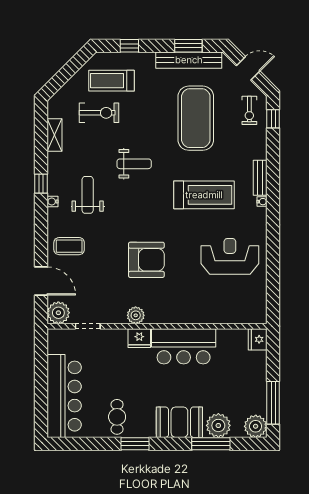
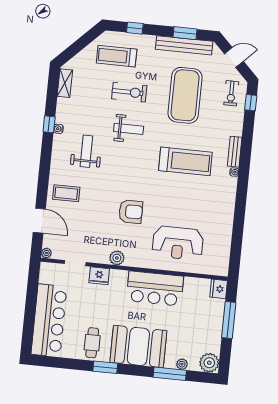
exercise bike: (99, 113) -> (129, 92), moved
shelving: (55, 135) -> (65, 83), moved
window: (41, 184) -> (49, 124), moved
water cooler: (53, 202) -> (58, 129), moved
reception desk: (230, 256) -> (178, 243), moved, turned 180
armchair: (146, 260) -> (131, 212), width x0.73, depth x0.73
plant: (58, 313) -> (46, 253), width x0.53, depth x0.53
fridge: (139, 338) -> (99, 276), moved
window: (273, 403) -> (229, 320), moved
booth: (179, 422) -> (138, 346), width x1.36, depth x1.42
plant: (218, 425) -> (182, 364), width x0.53, depth x0.53

